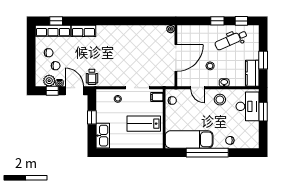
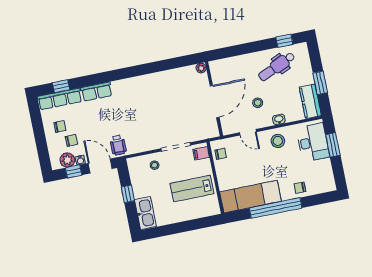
window: (217, 21) -> (256, 47), removed

